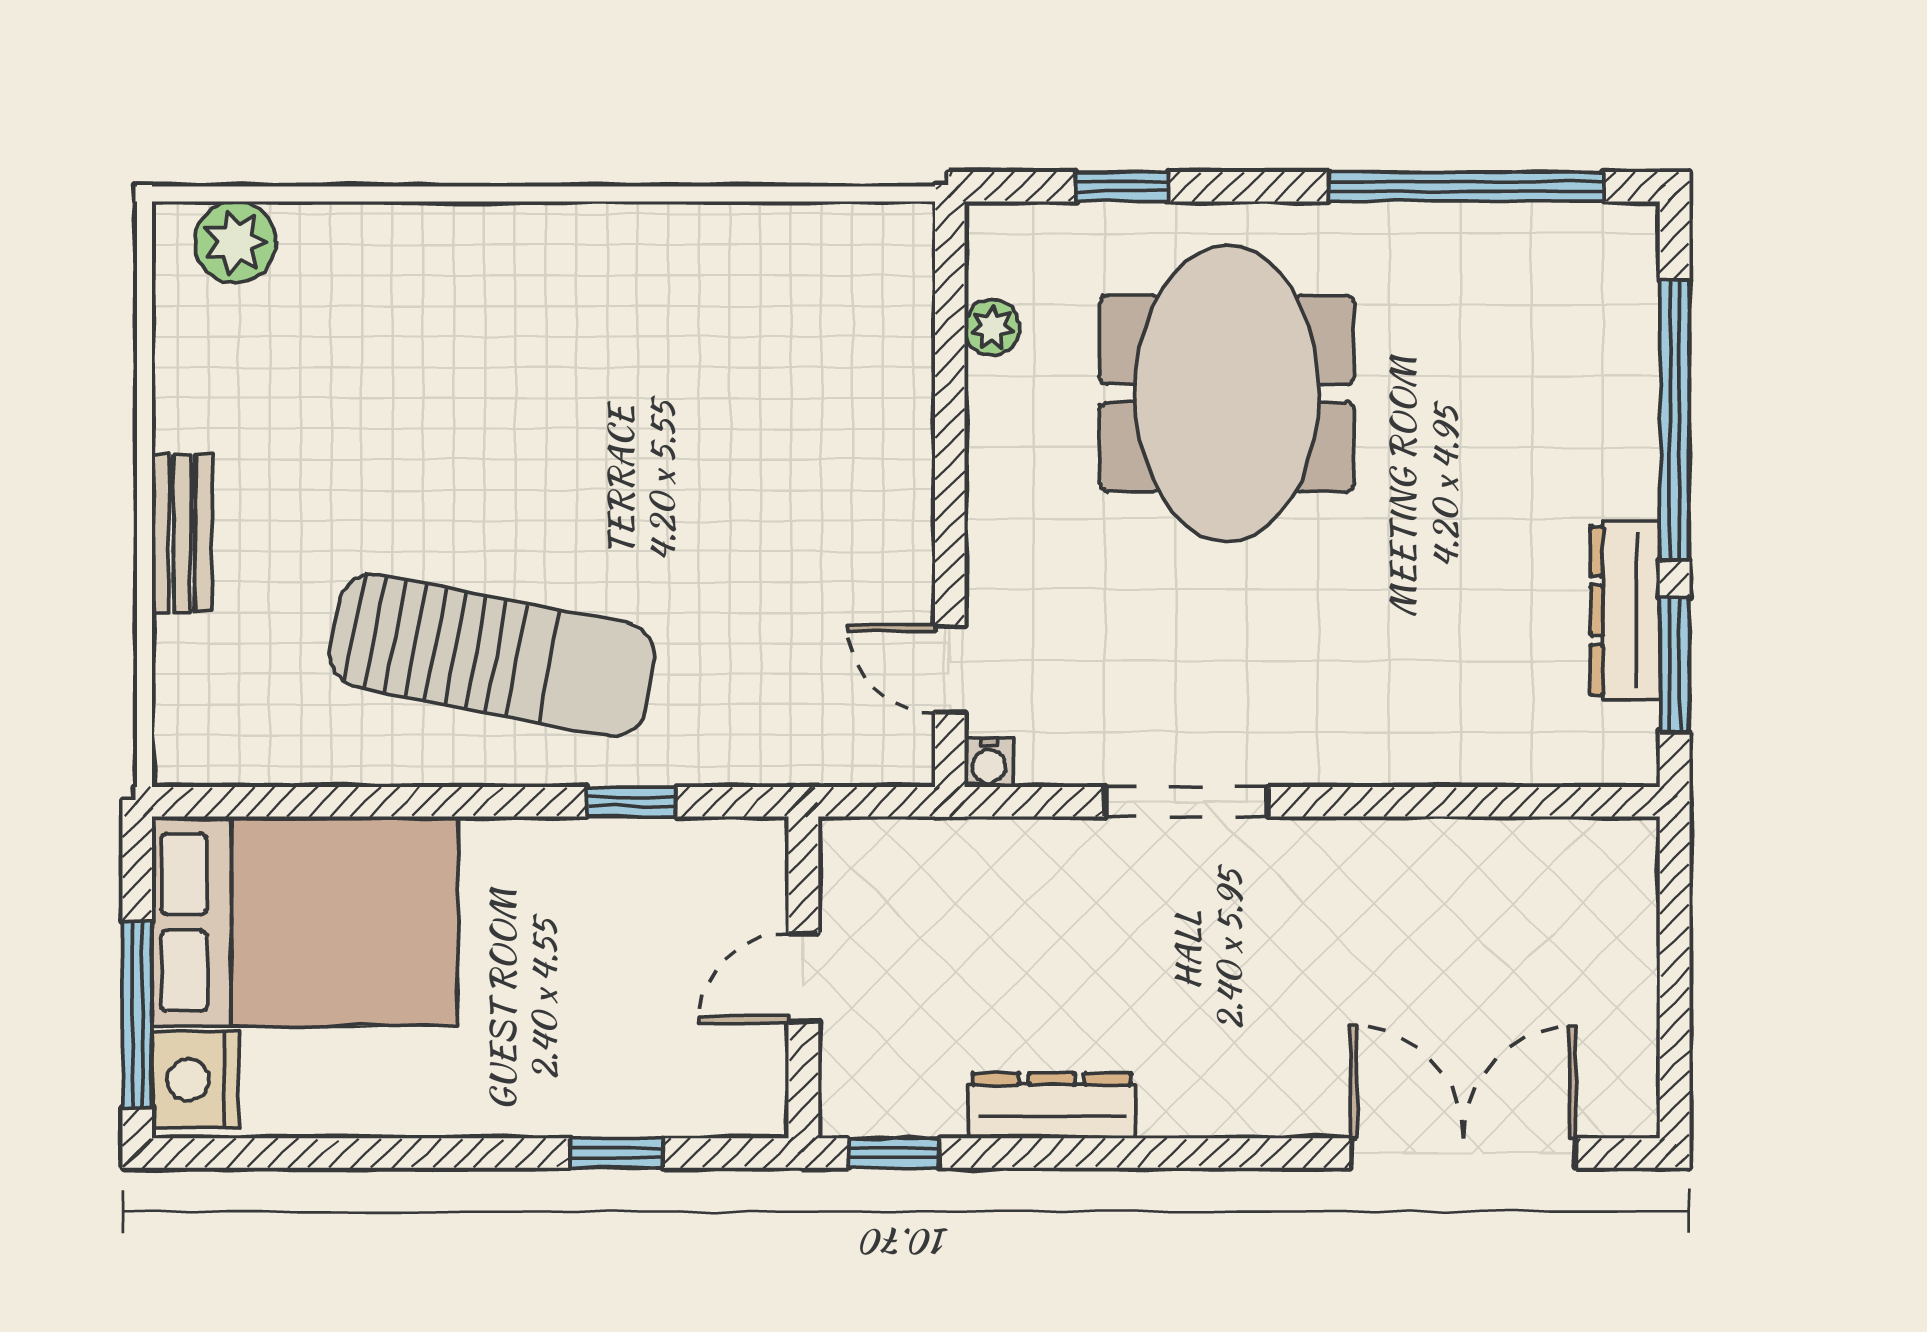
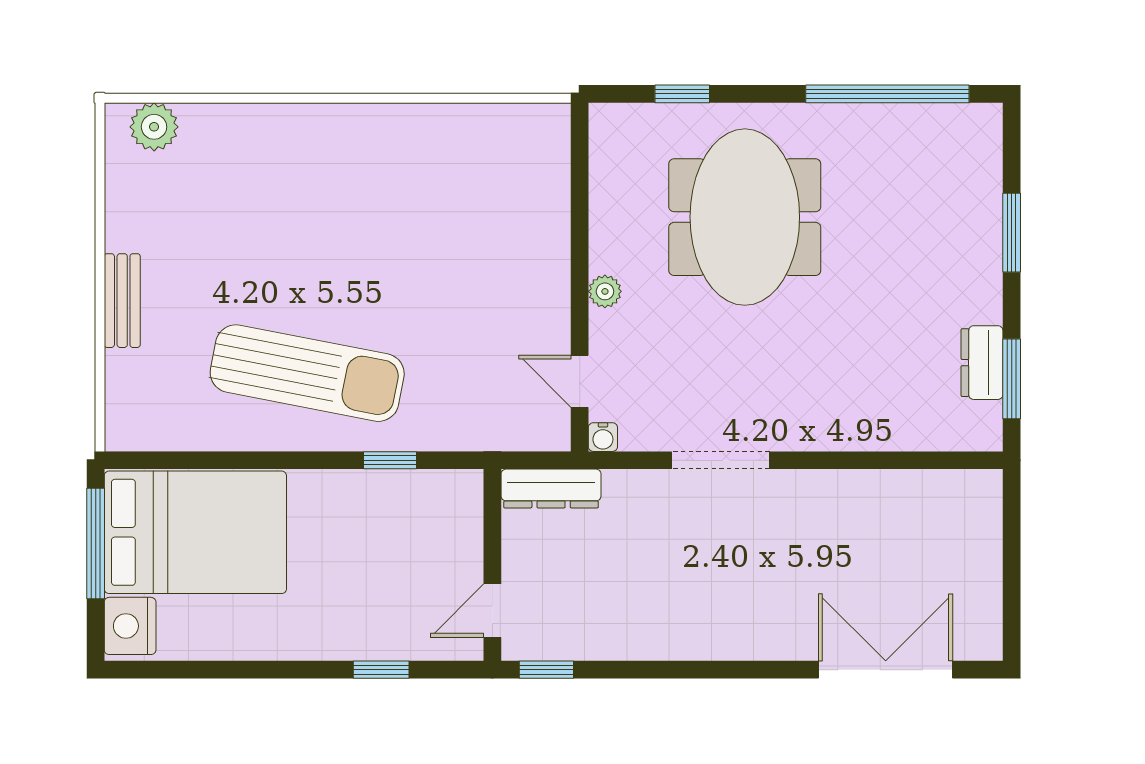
plant: (992, 328) -> (605, 291), moved
window: (1675, 420) -> (1012, 233), width x0.47
dresser: (1625, 611) -> (982, 363), width x0.70
door: (803, 978) -> (492, 611), moved
window: (137, 1014) -> (96, 544), moved
dresser: (1052, 1106) -> (551, 489), moved, turned 180

